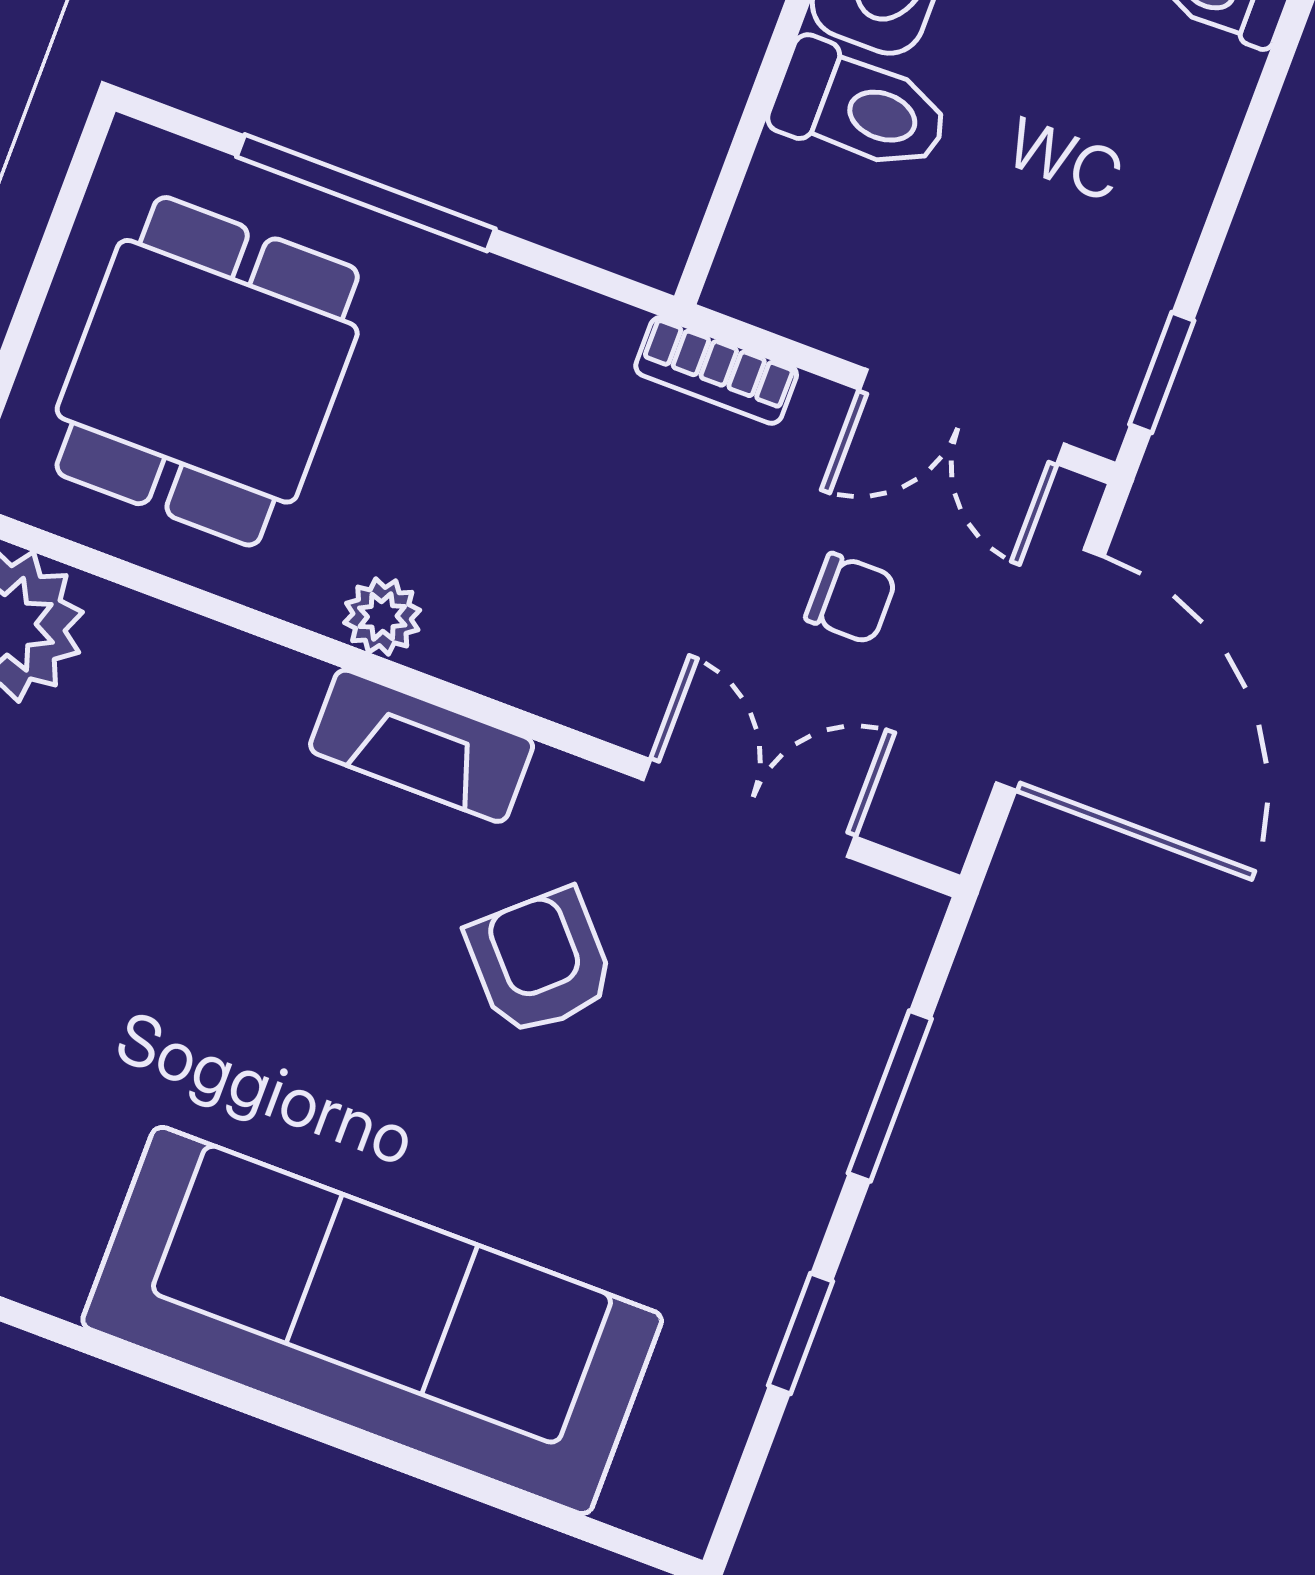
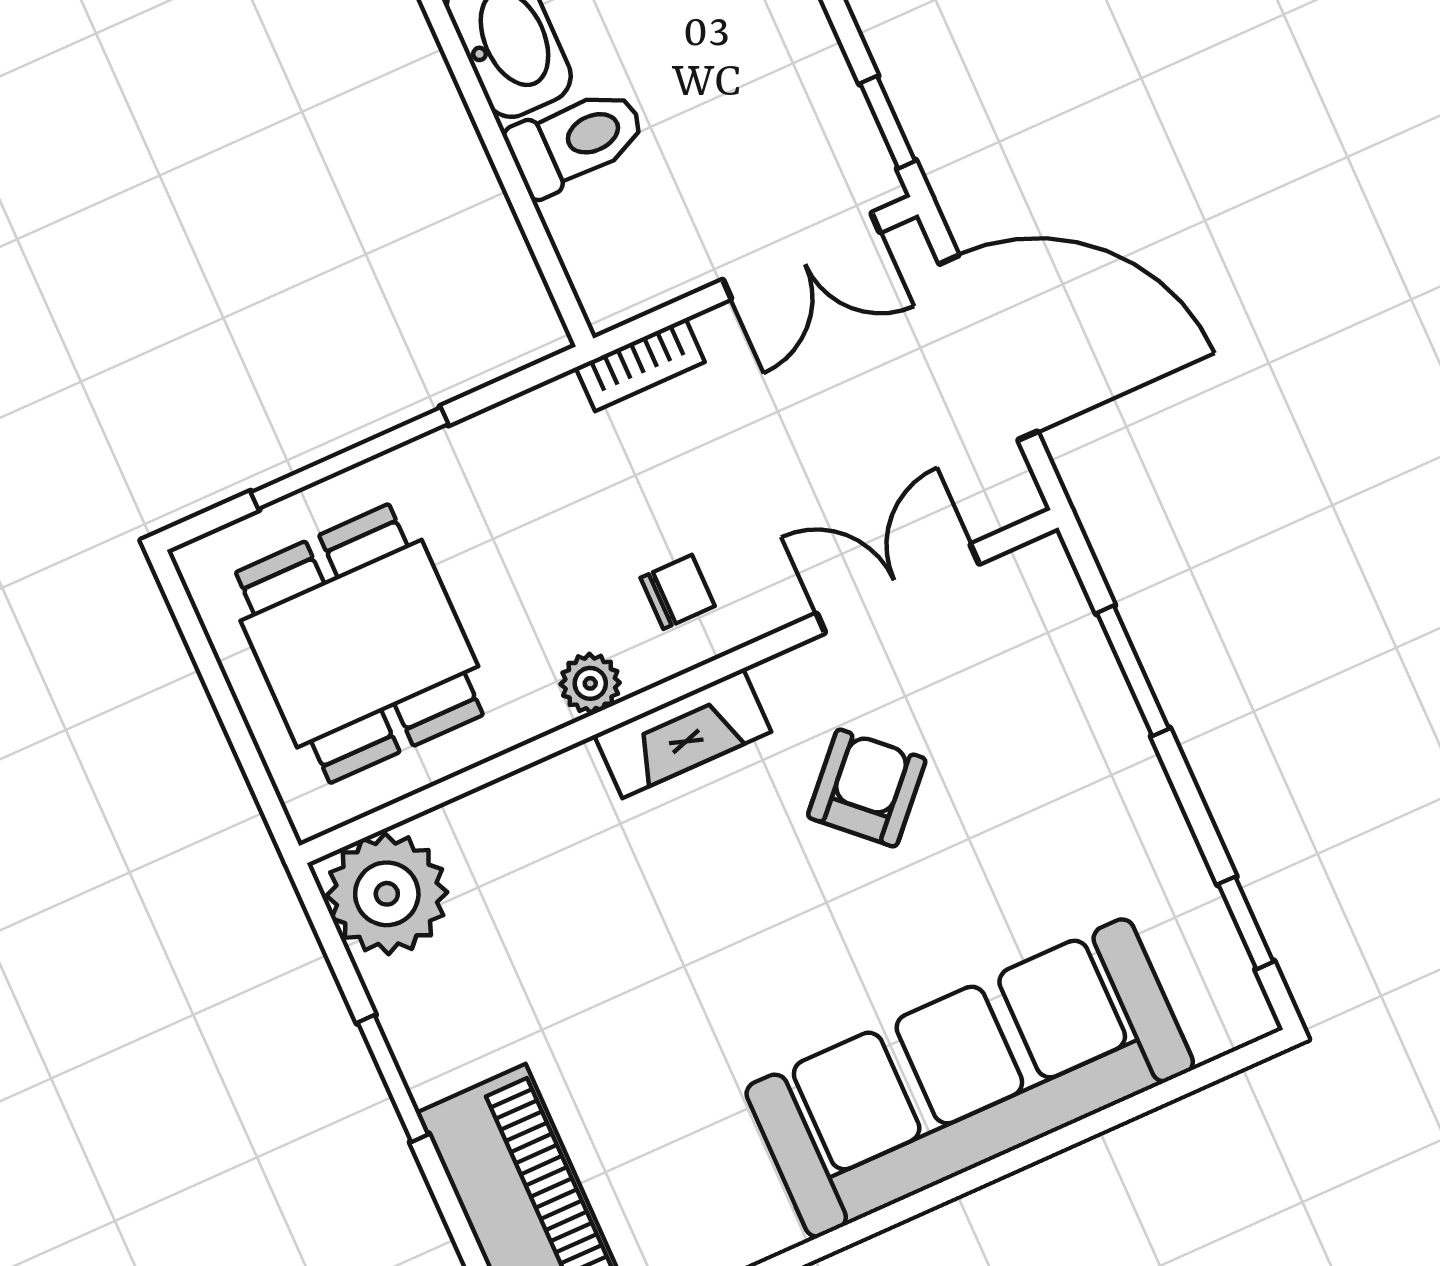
chair: (851, 598) -> (678, 592), moved
armchair: (540, 962) -> (867, 788), turned 85
window: (801, 1333) -> (1246, 923), moved

